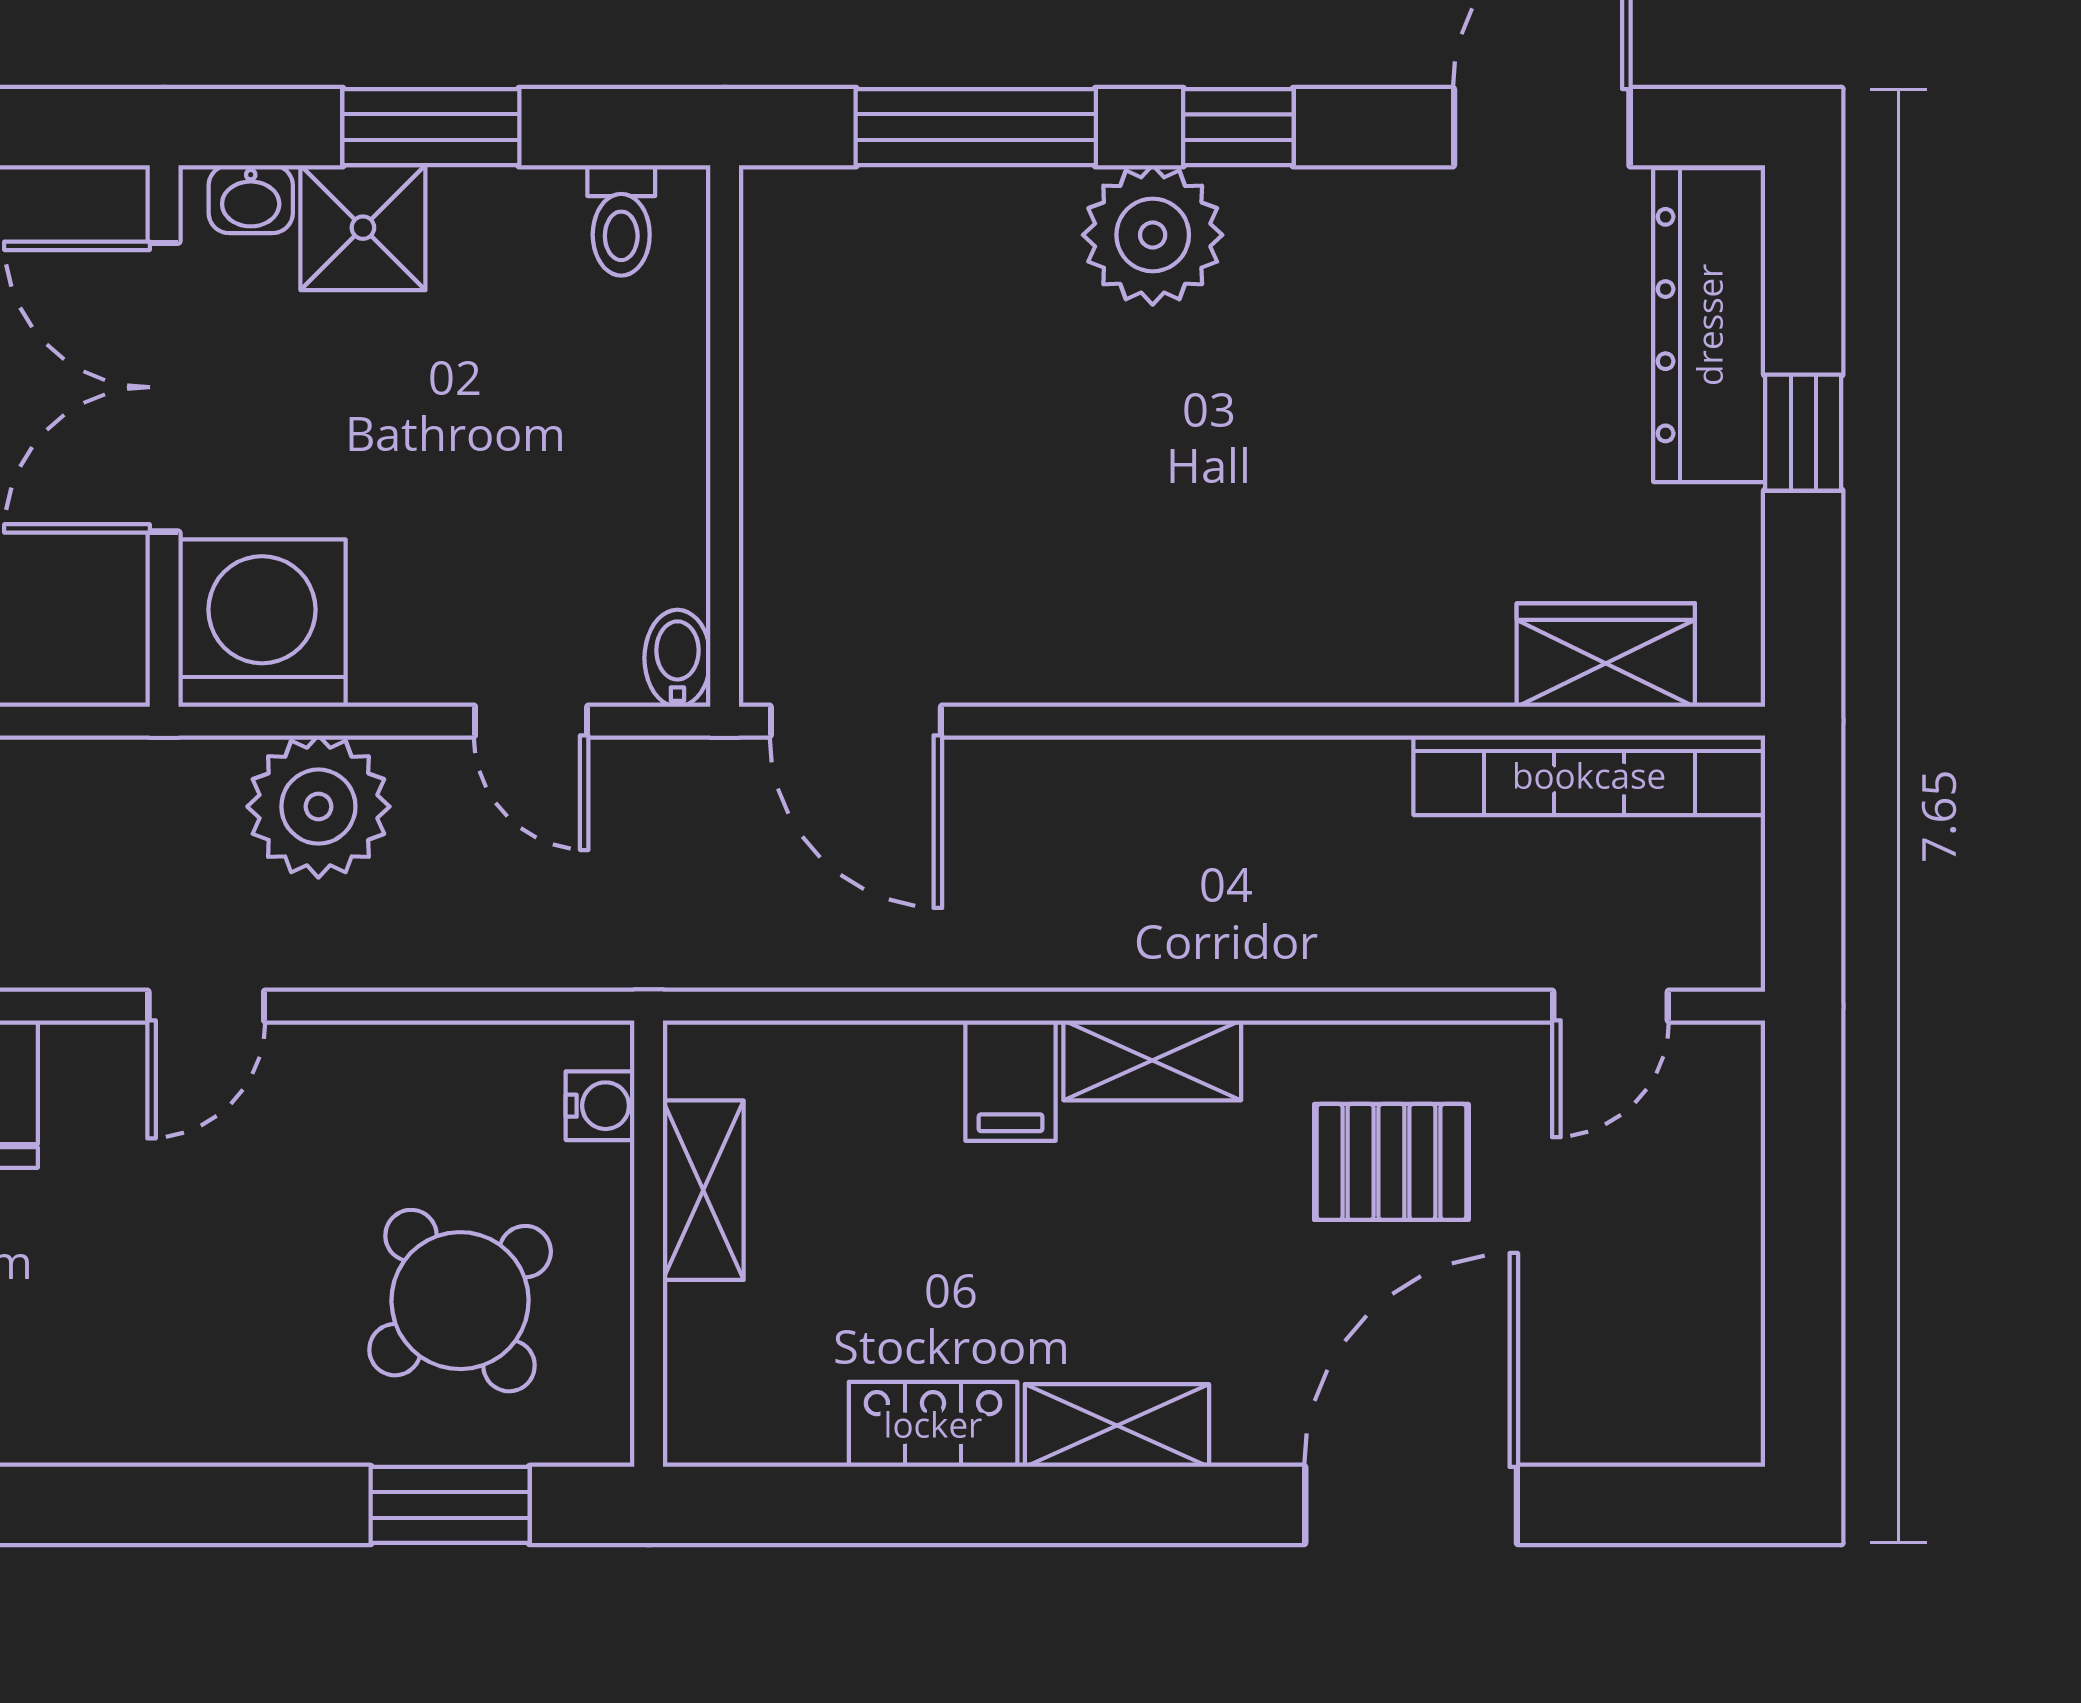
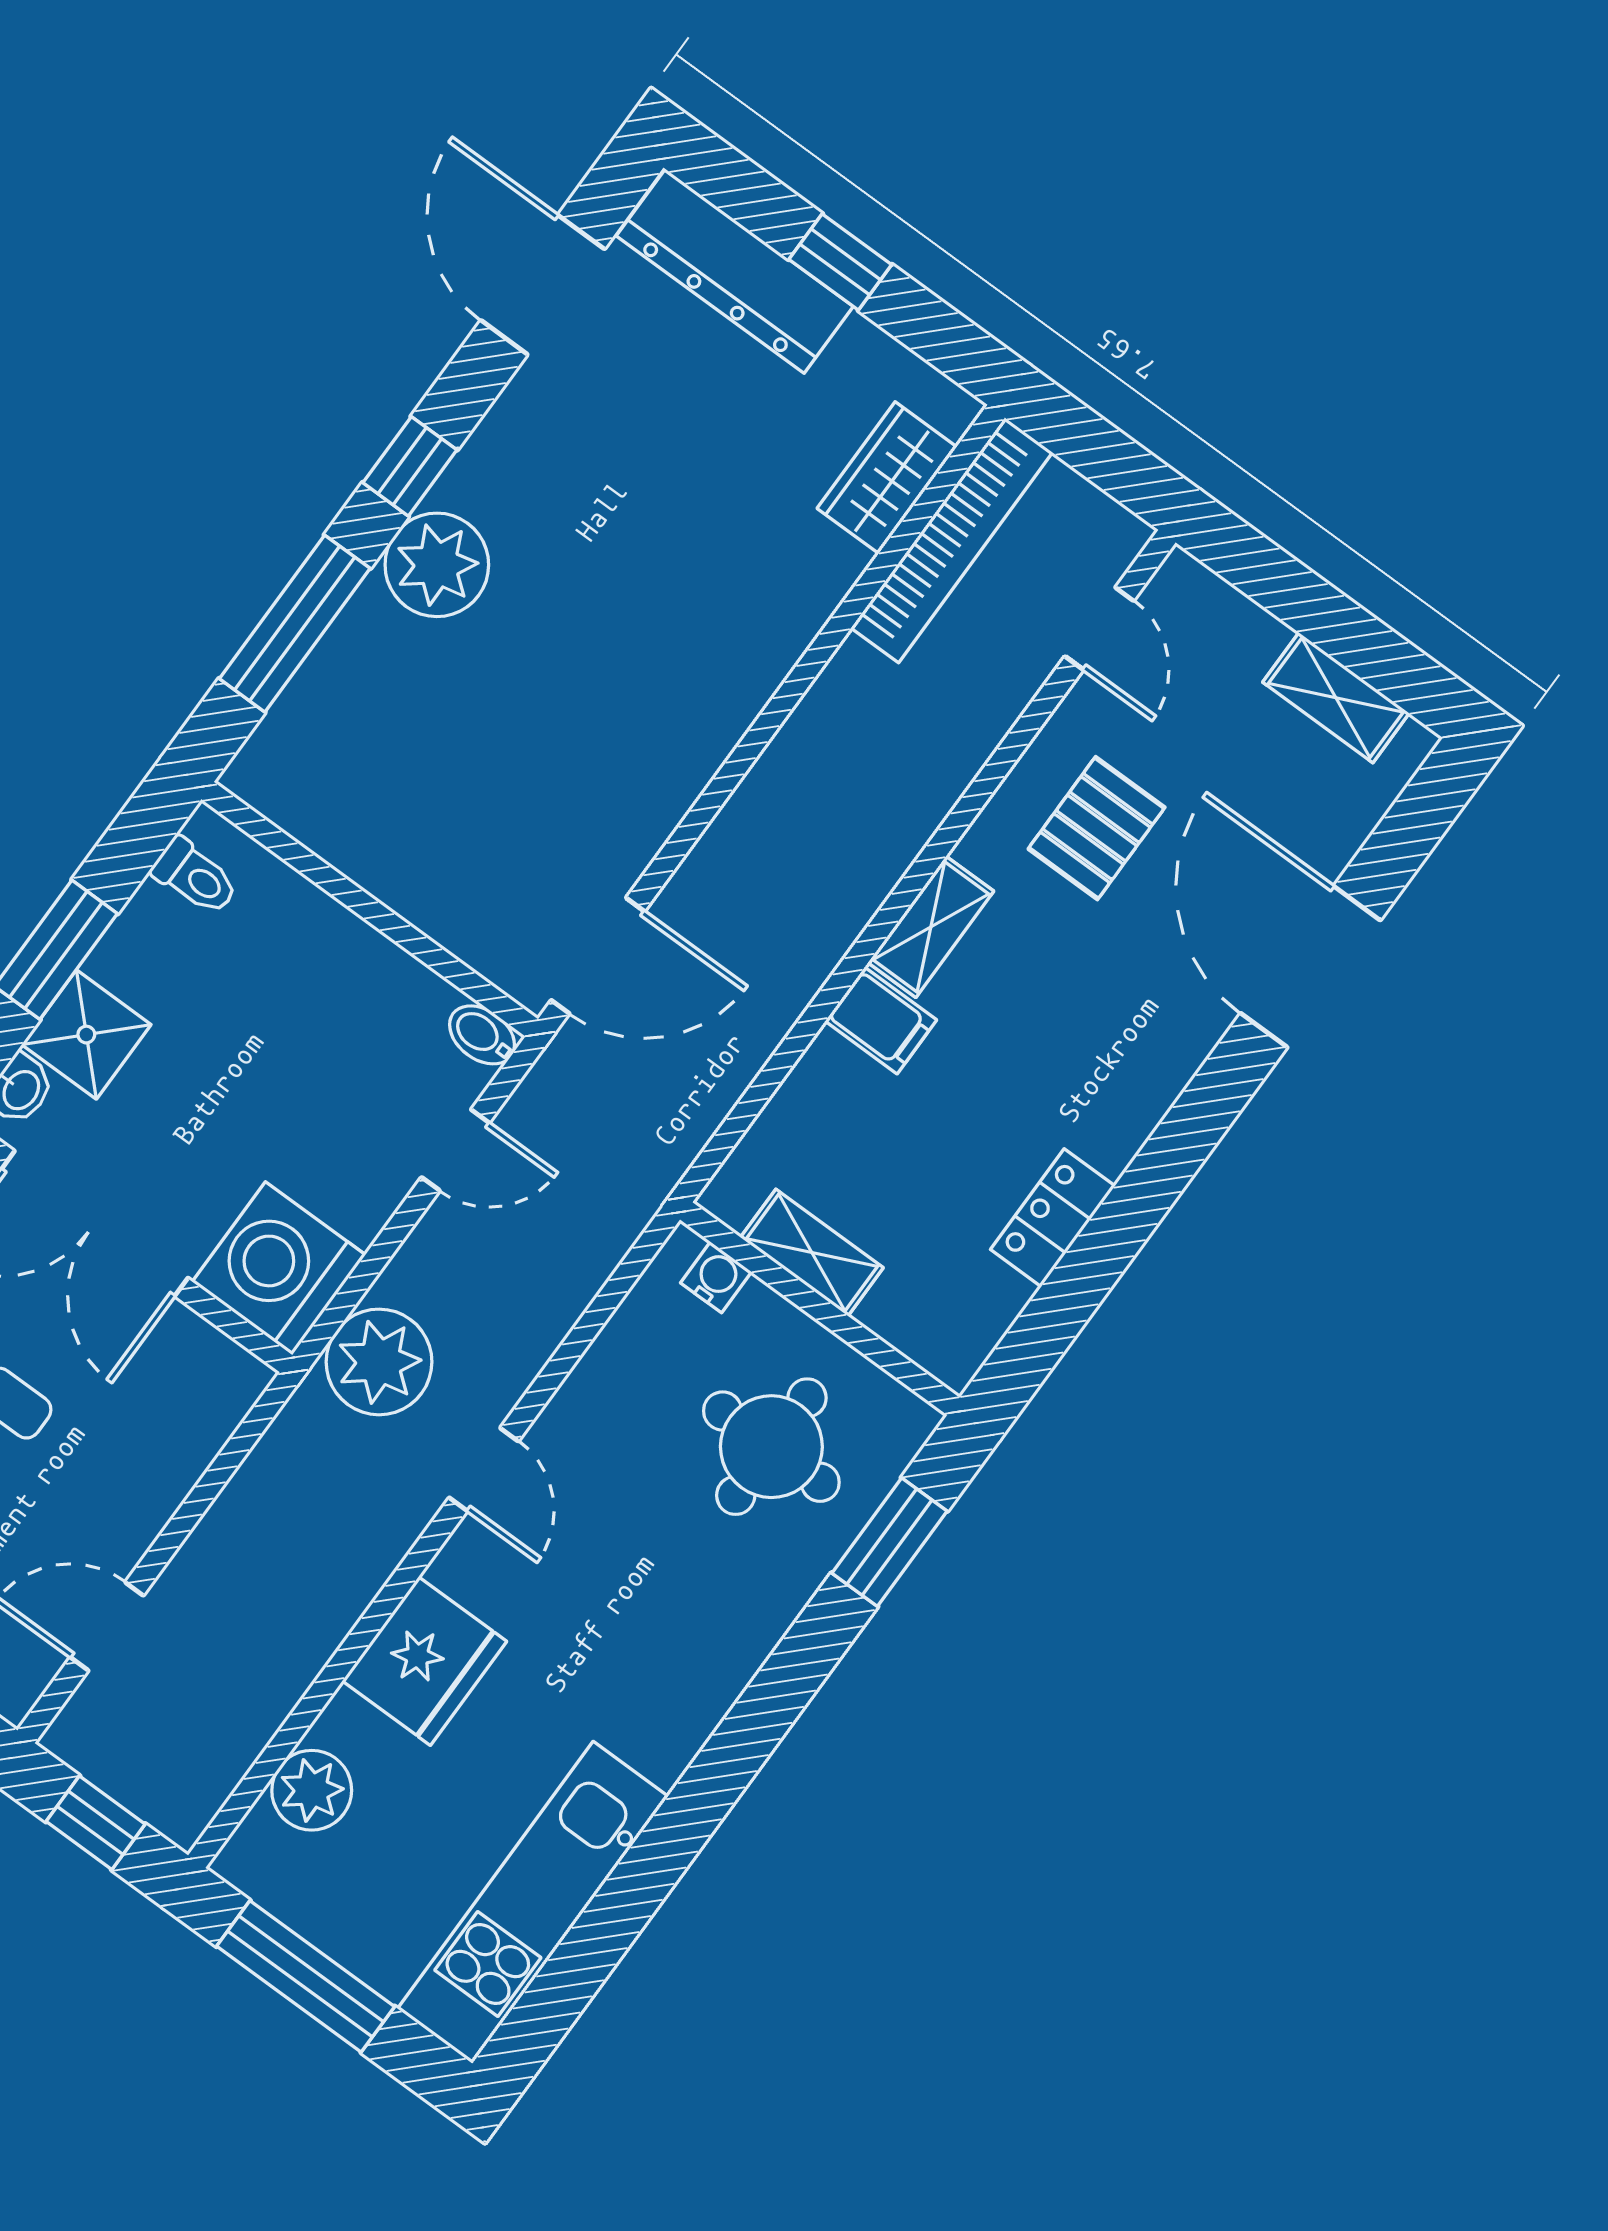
plant: (318, 807) -> (379, 1362), moved
round table: (460, 1301) -> (771, 1447), turned 37
shelving: (1117, 1425) -> (1336, 698), moved, turned 90

